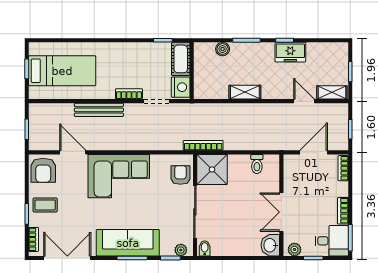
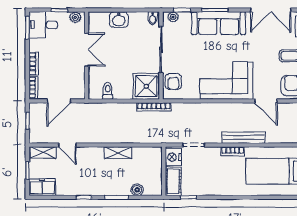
freezer: (290, 52) -> (42, 187), moved
bookcase: (129, 94) -> (233, 151), moved
bookcase: (343, 211) -> (34, 64), moved
washbasin: (270, 245) -> (119, 20), moved, turned 90

